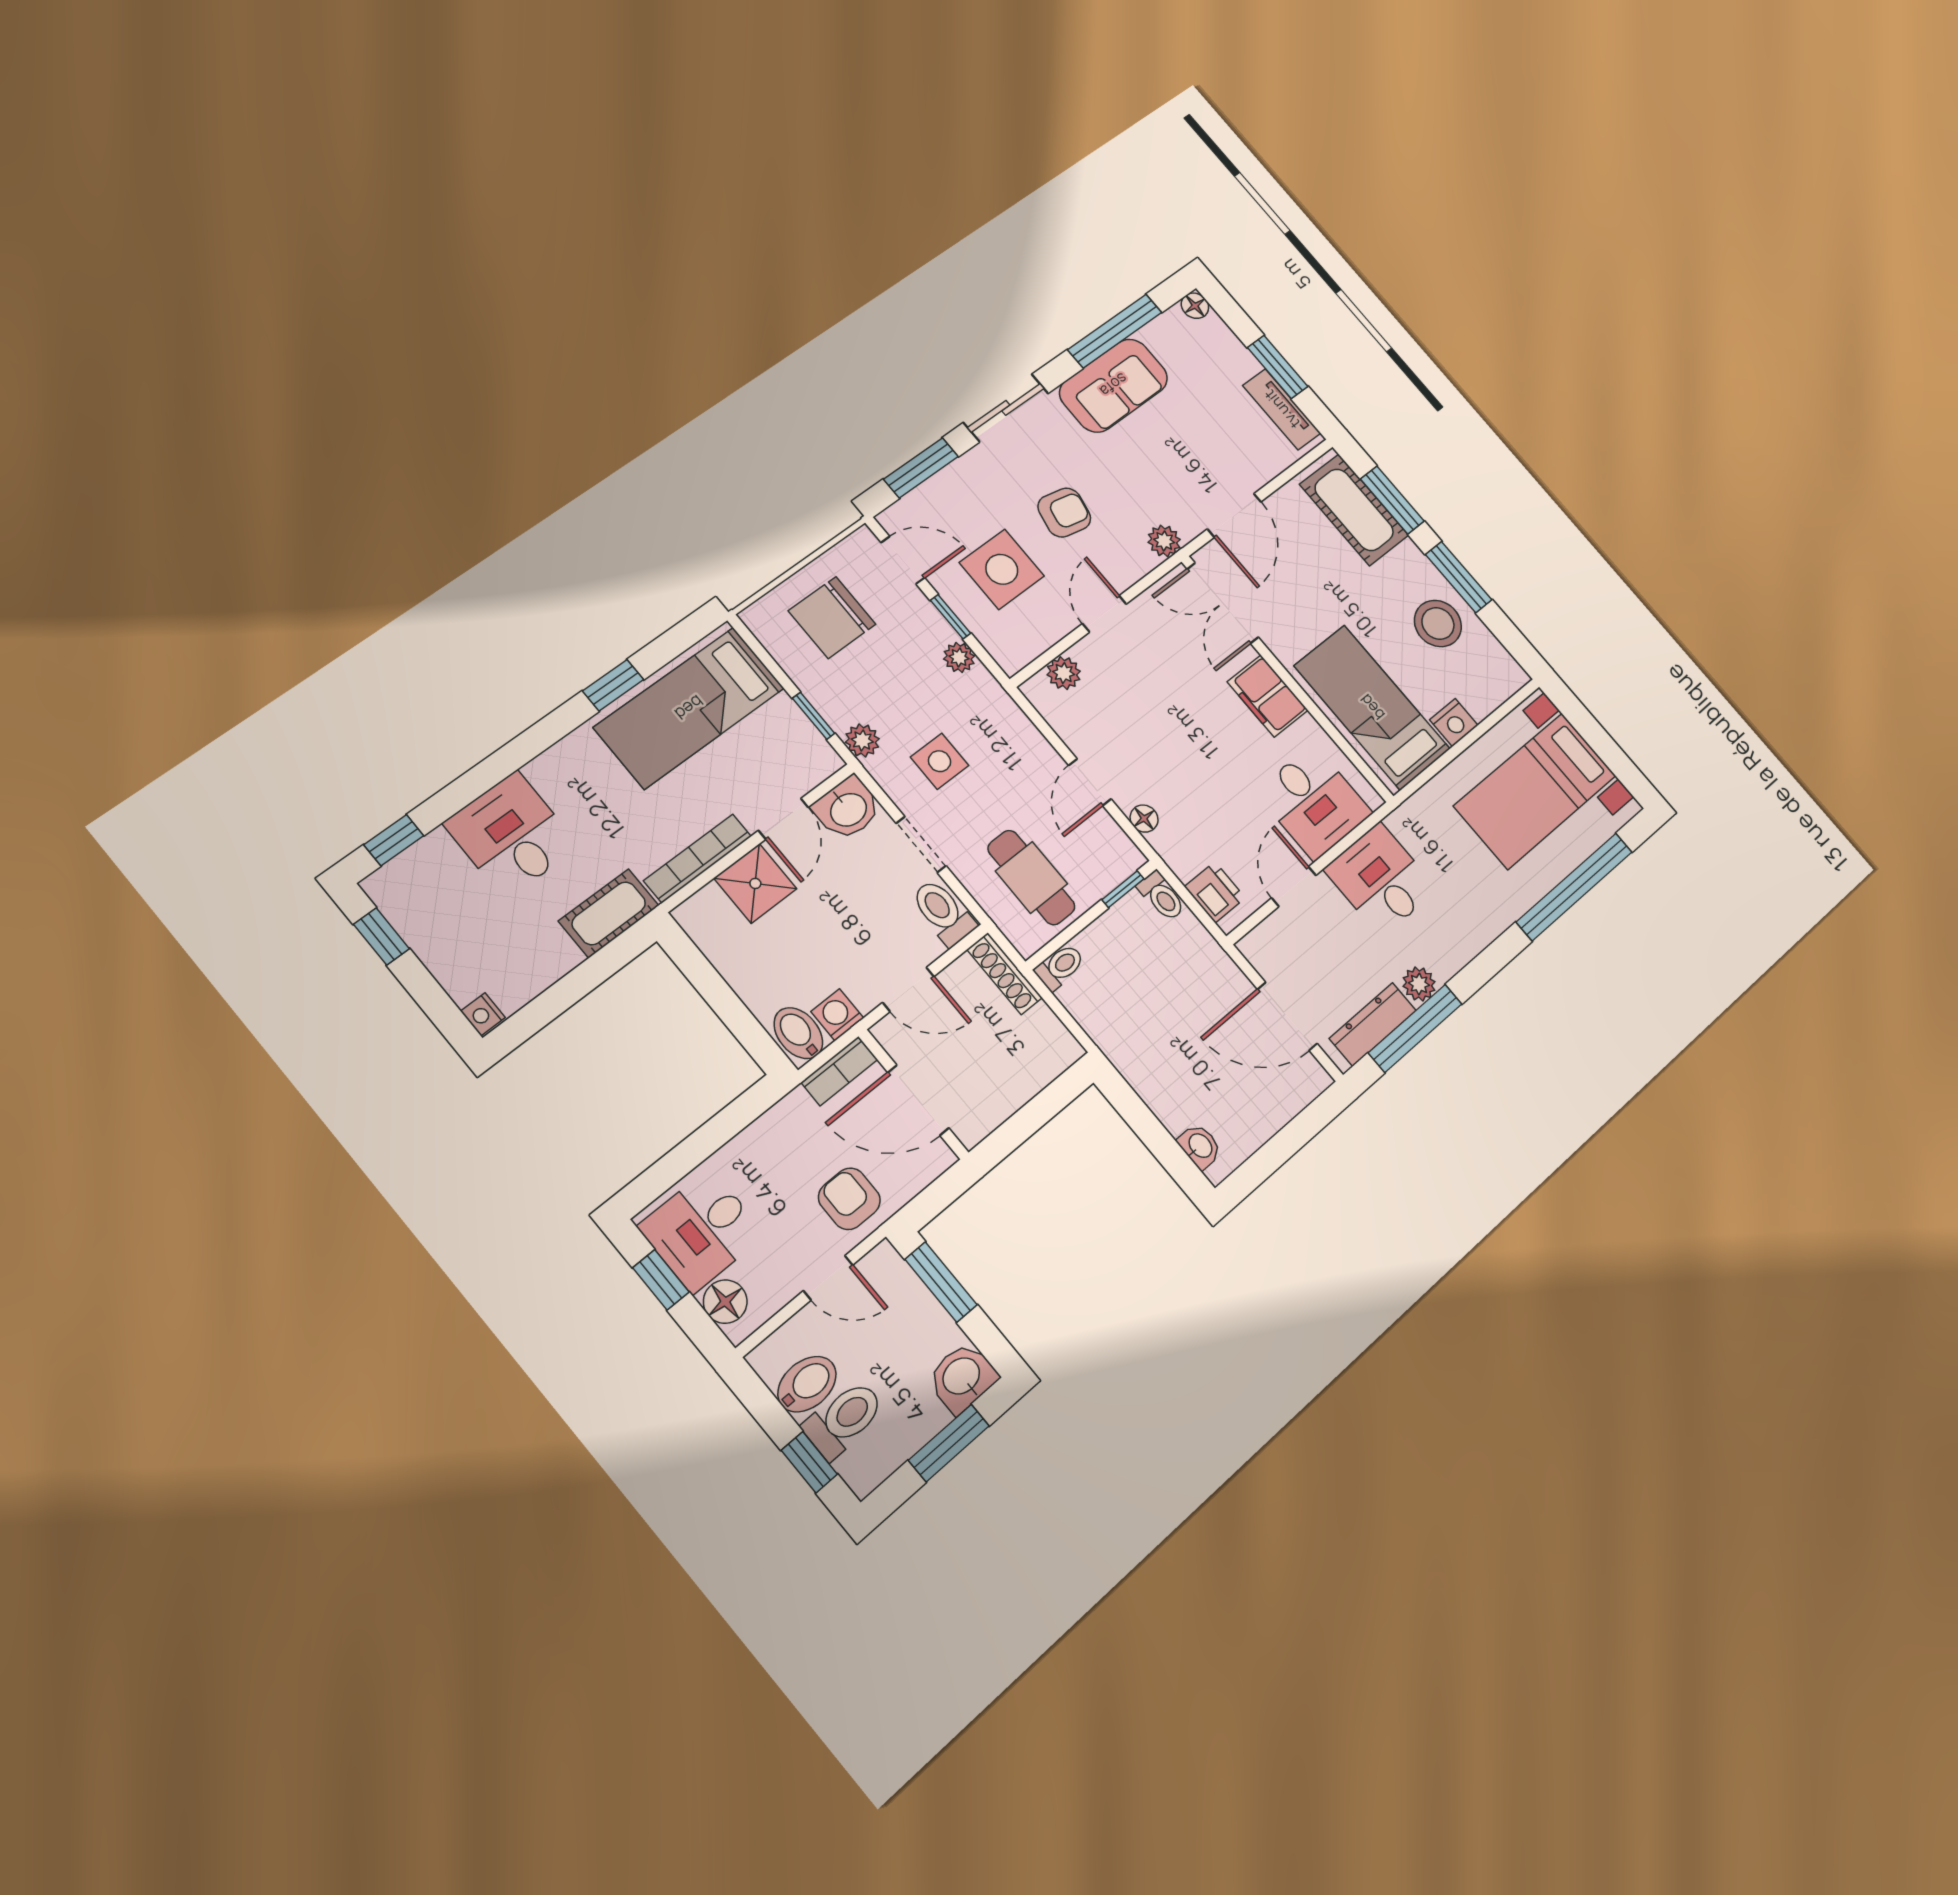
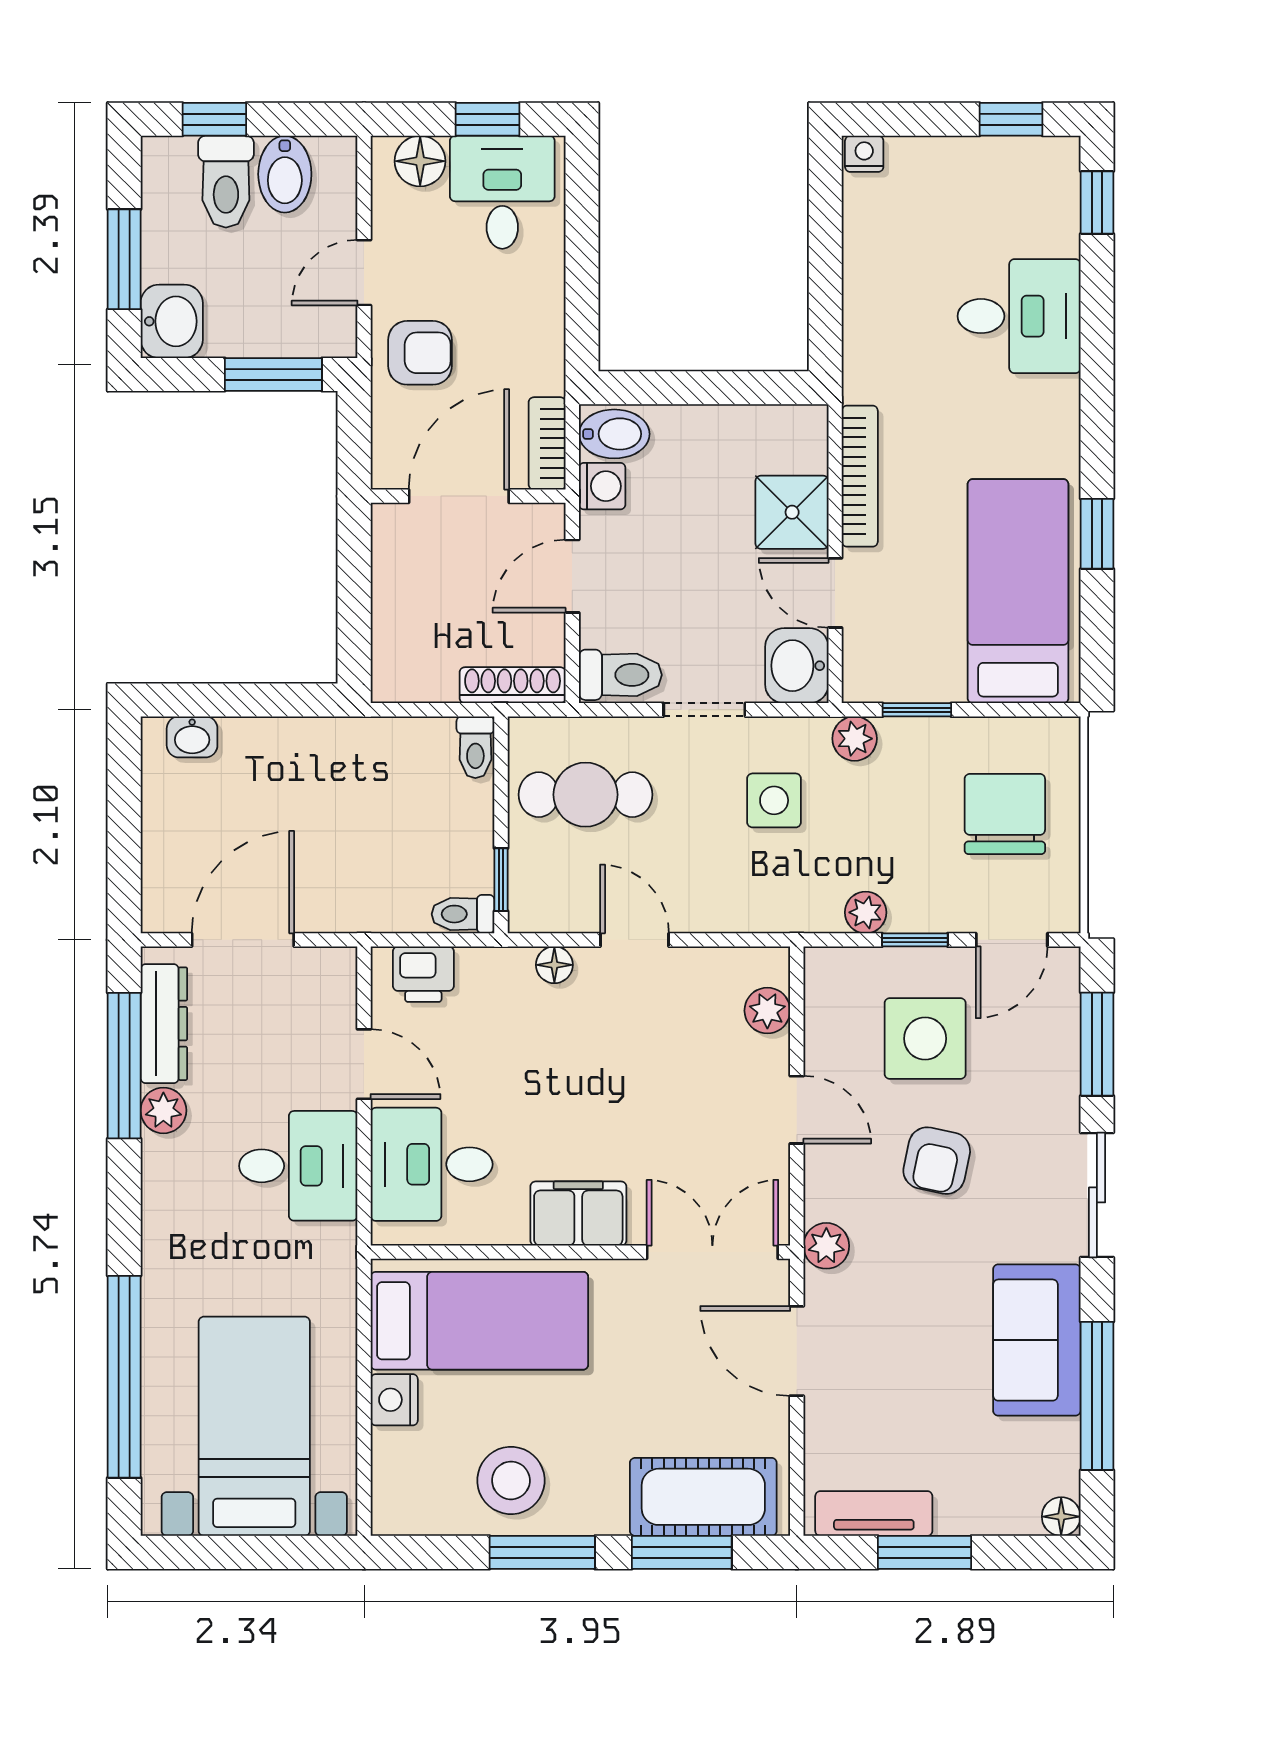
cot: (609, 913) -> (871, 347), removed

